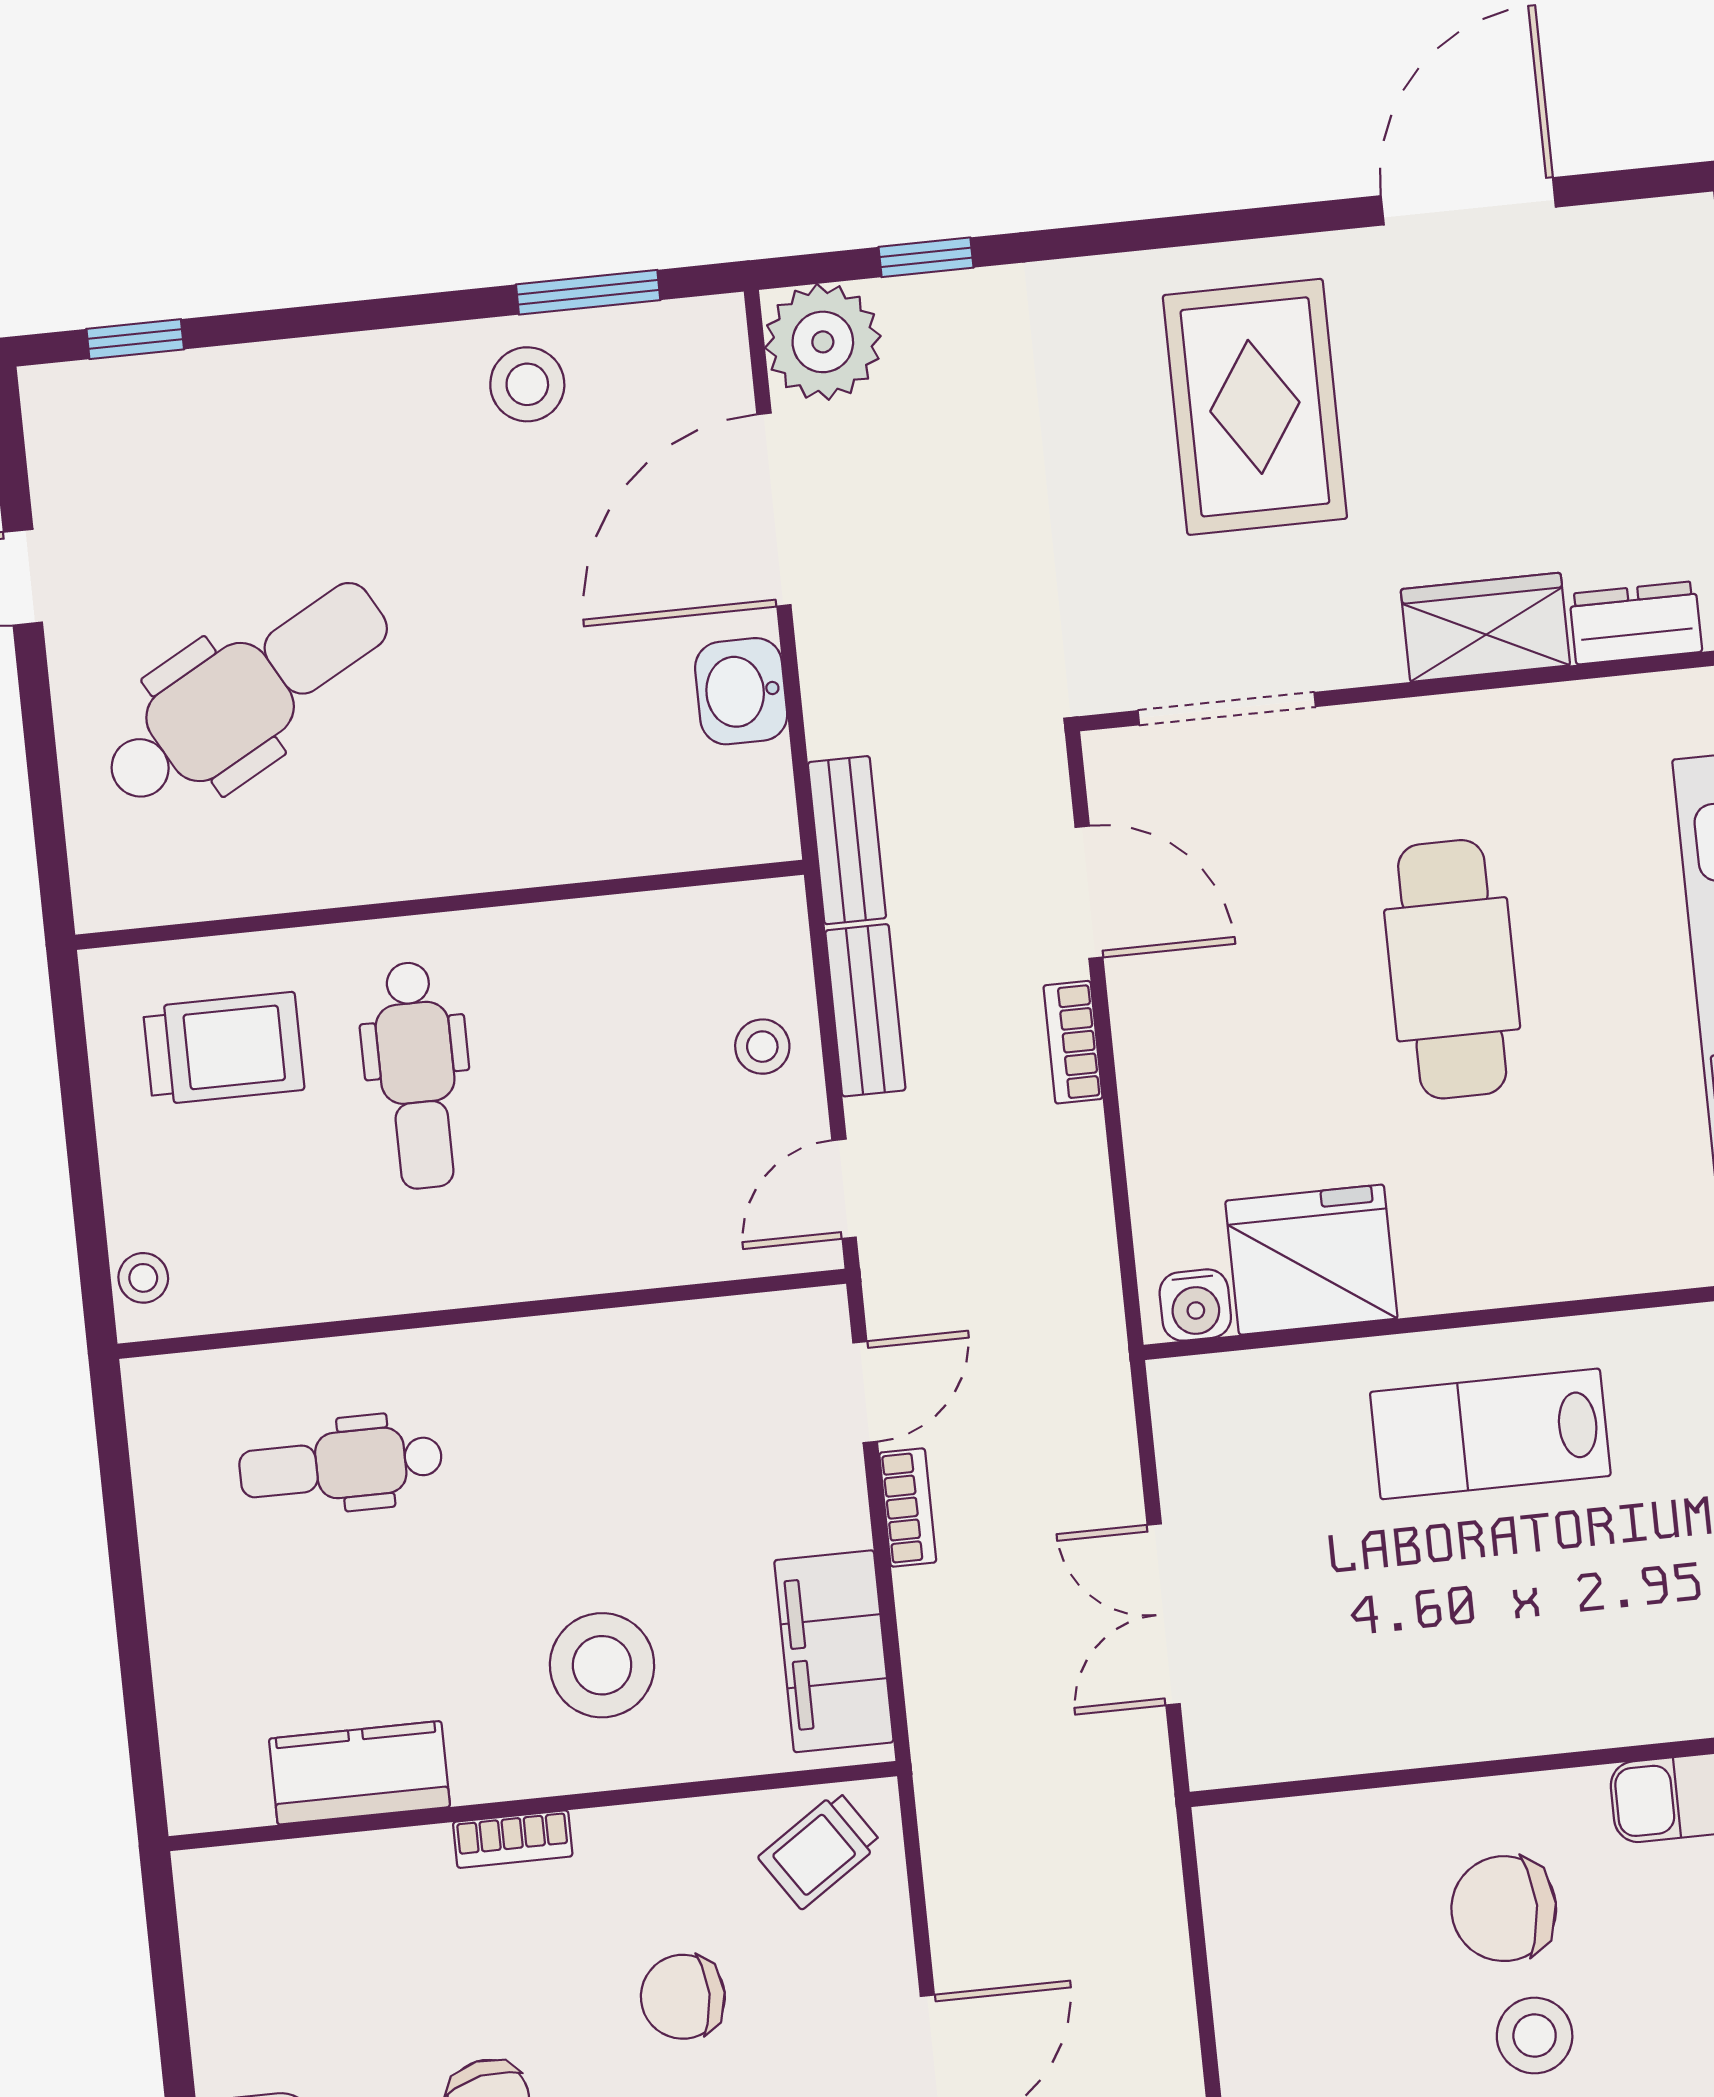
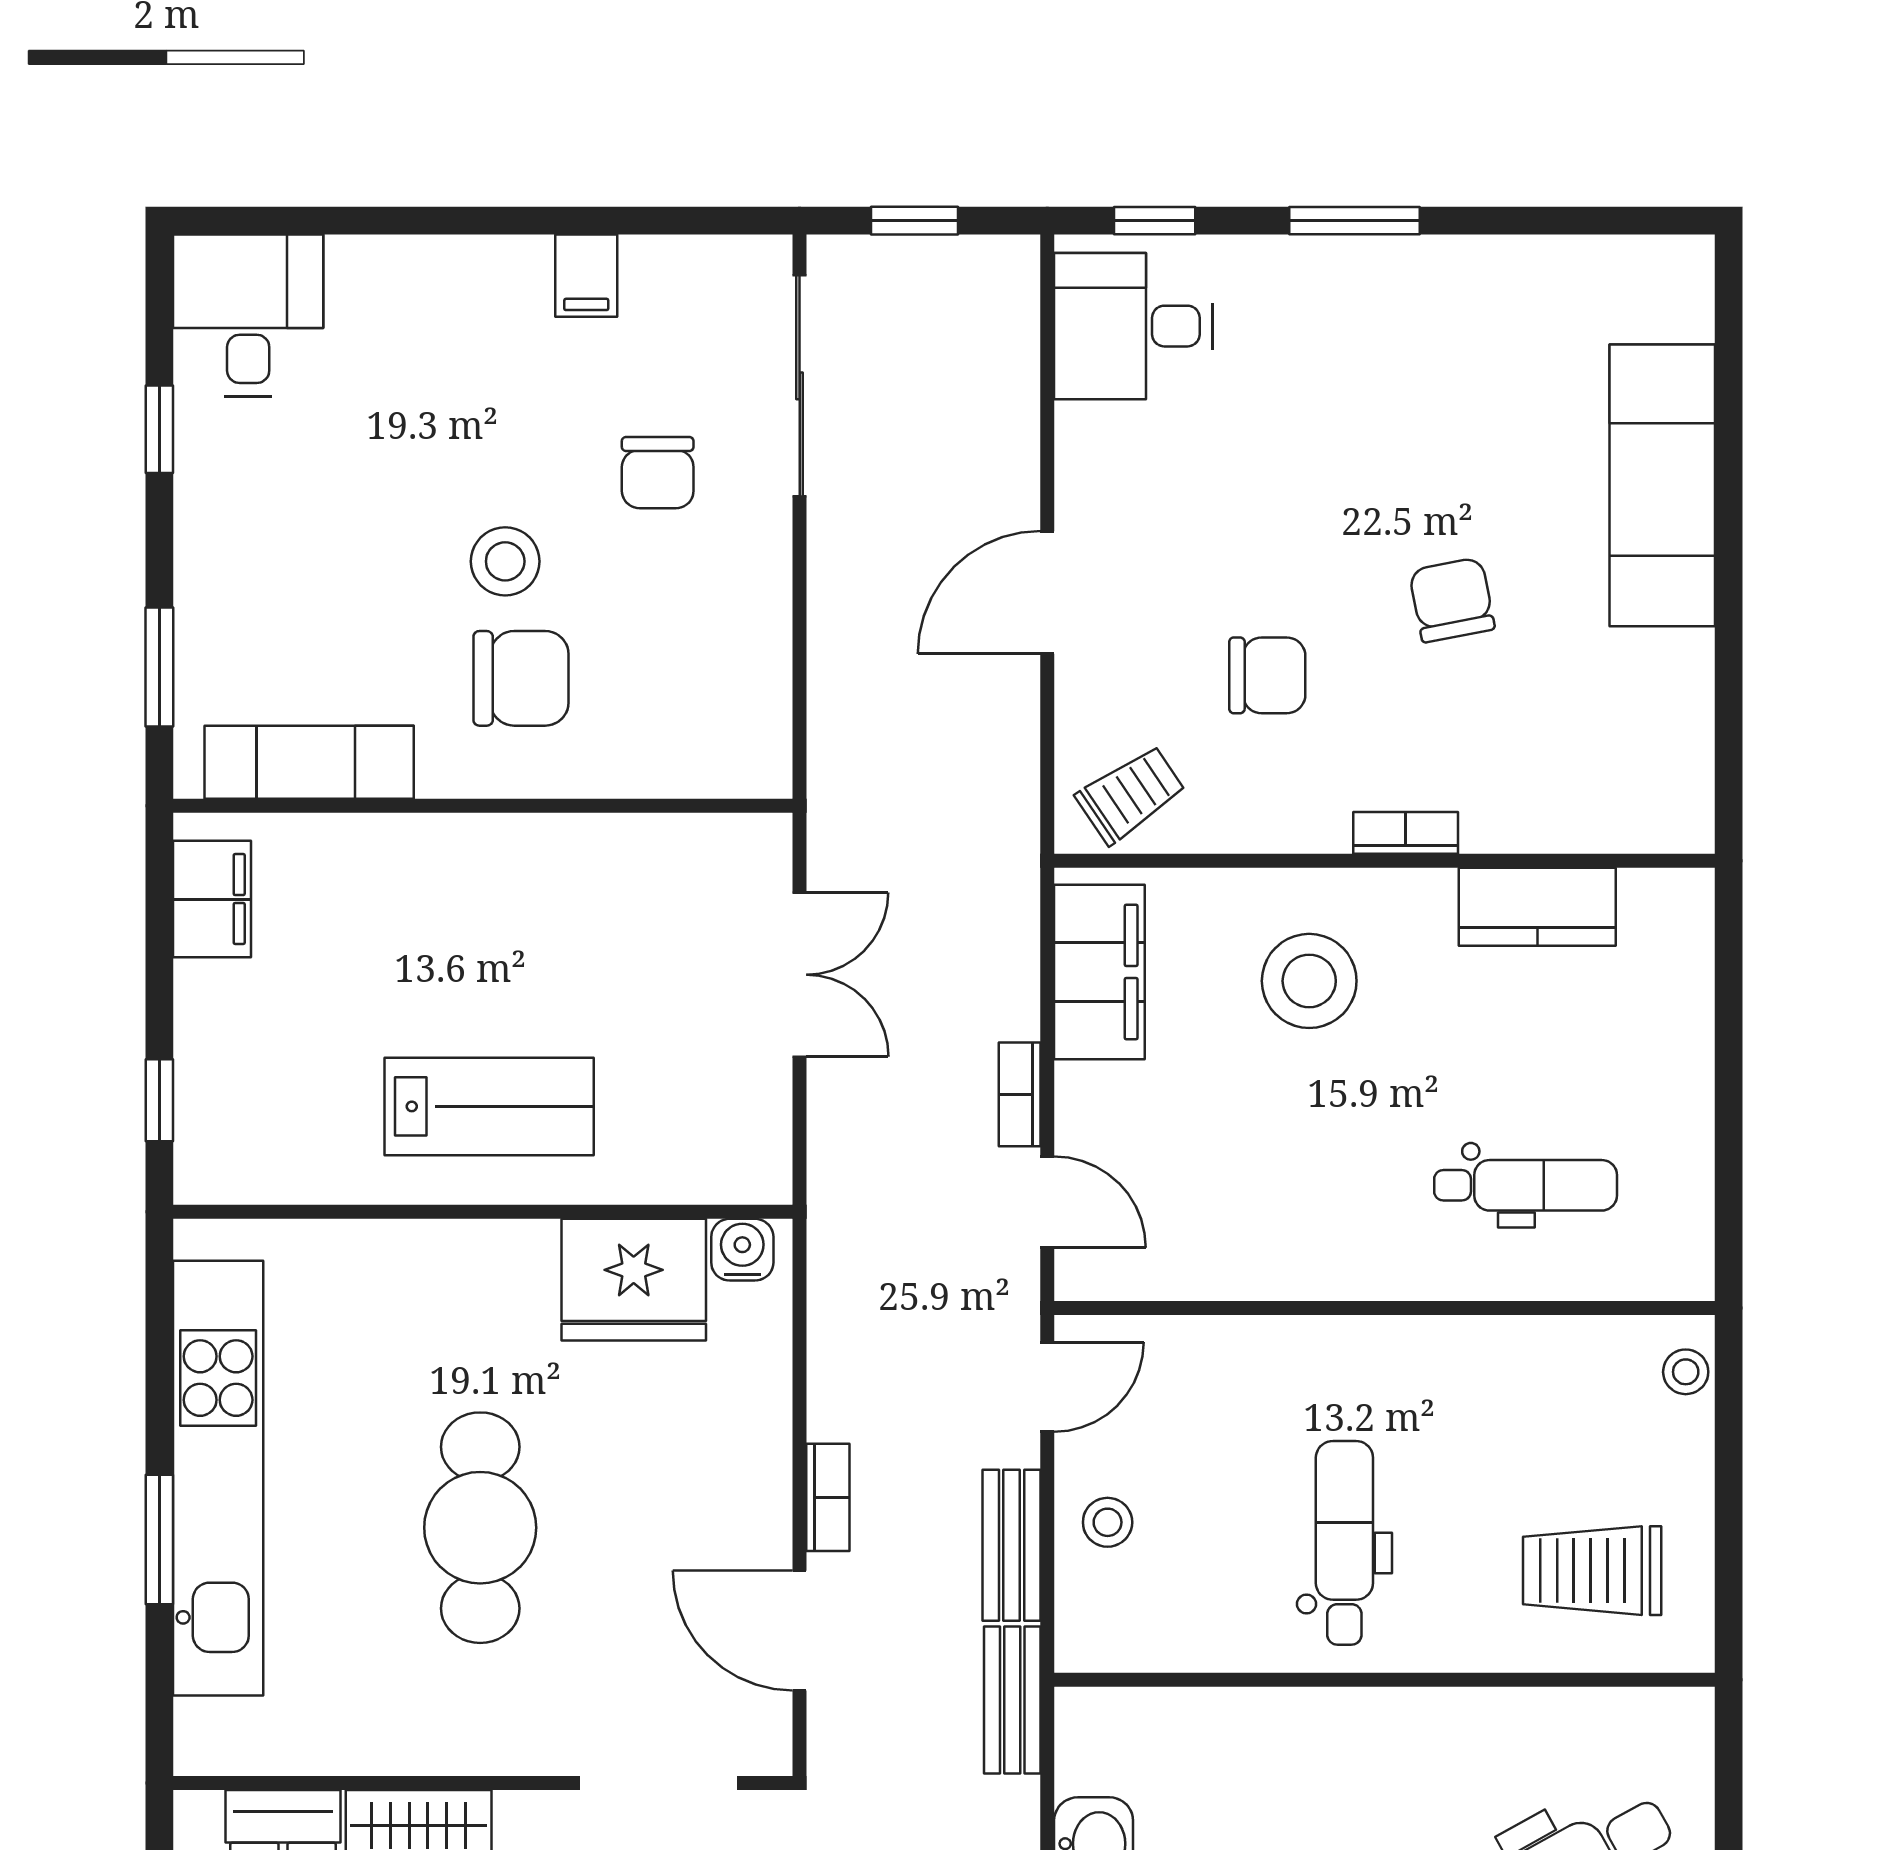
dental chair: (417, 1075) -> (1344, 1543), moved
door: (865, 1392) -> (1047, 1202), swing flipped

